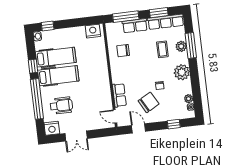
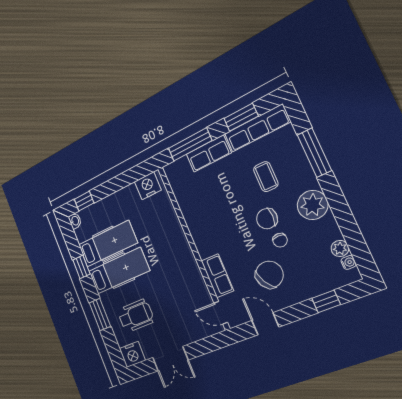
plant: (181, 46) -> (297, 160), removed
chair: (123, 51) -> (267, 219), moved
window: (37, 99) -> (100, 314), width x0.47

